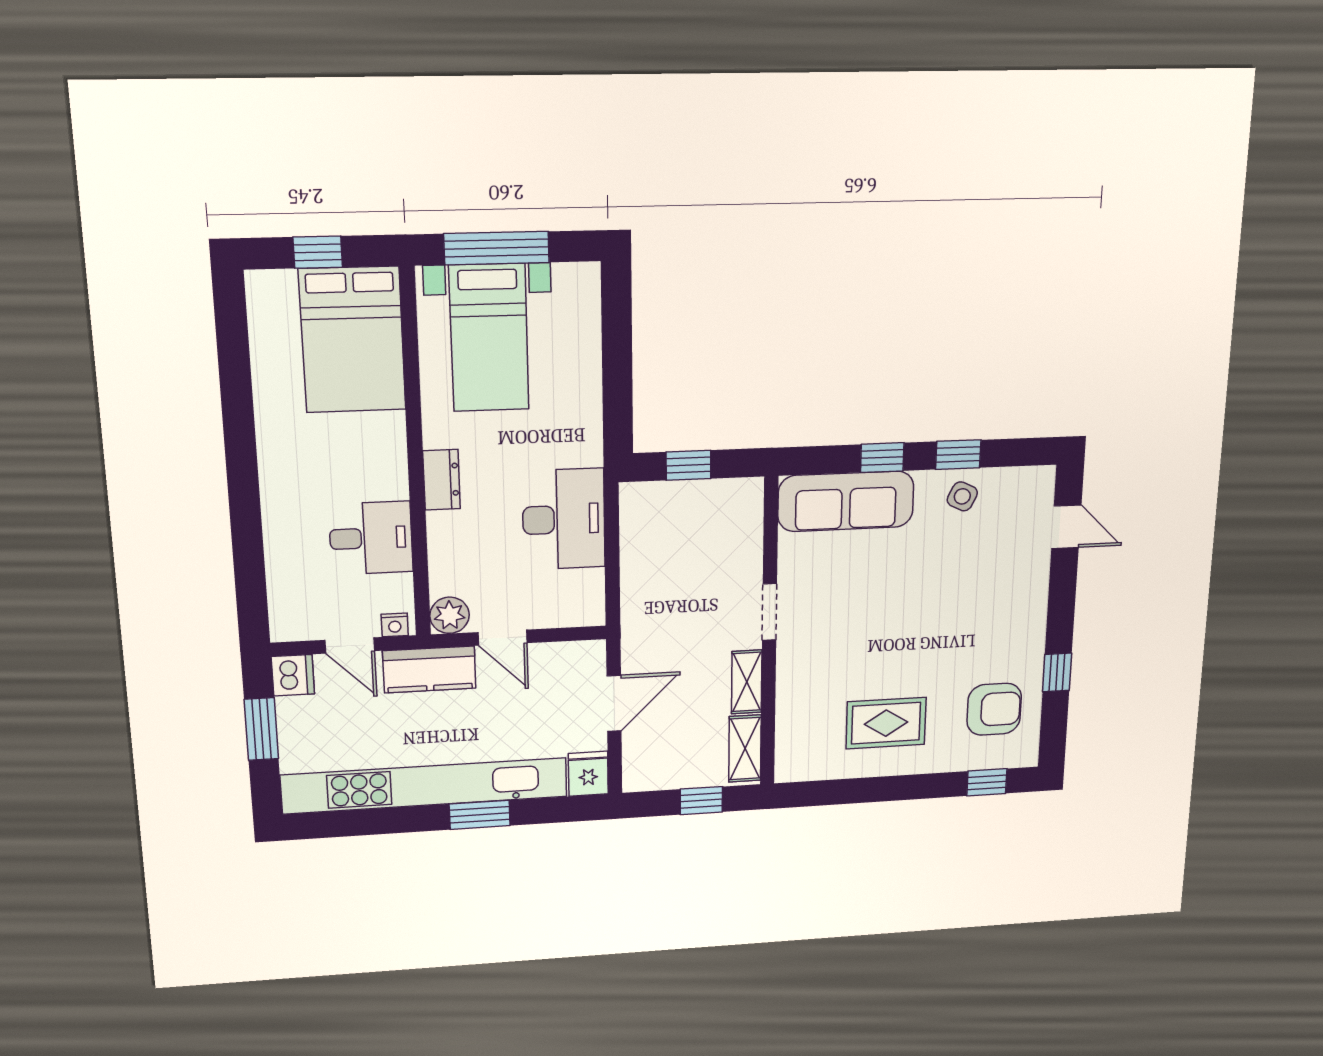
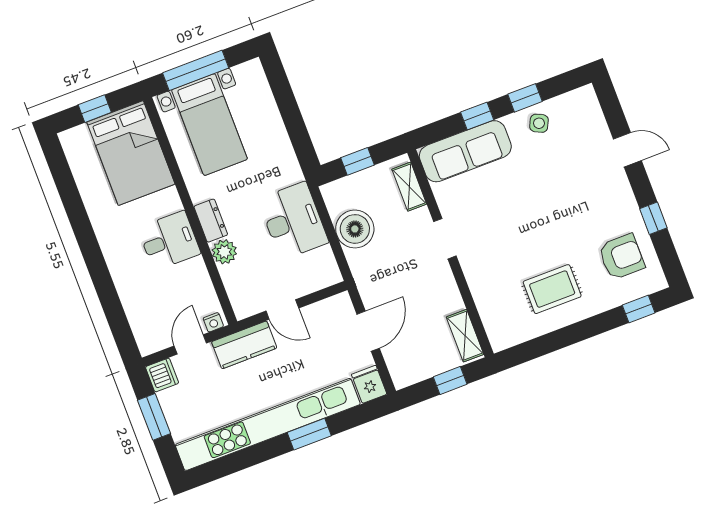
door: (1066, 527) -> (627, 150), moved
desk: (371, 538) -> (169, 241), moved
boiler: (648, 559) -> (355, 229), added
plant: (450, 615) -> (224, 252), moved
door: (350, 645) -> (190, 344), swing flipped
shelving: (747, 682) -> (409, 187), moved

